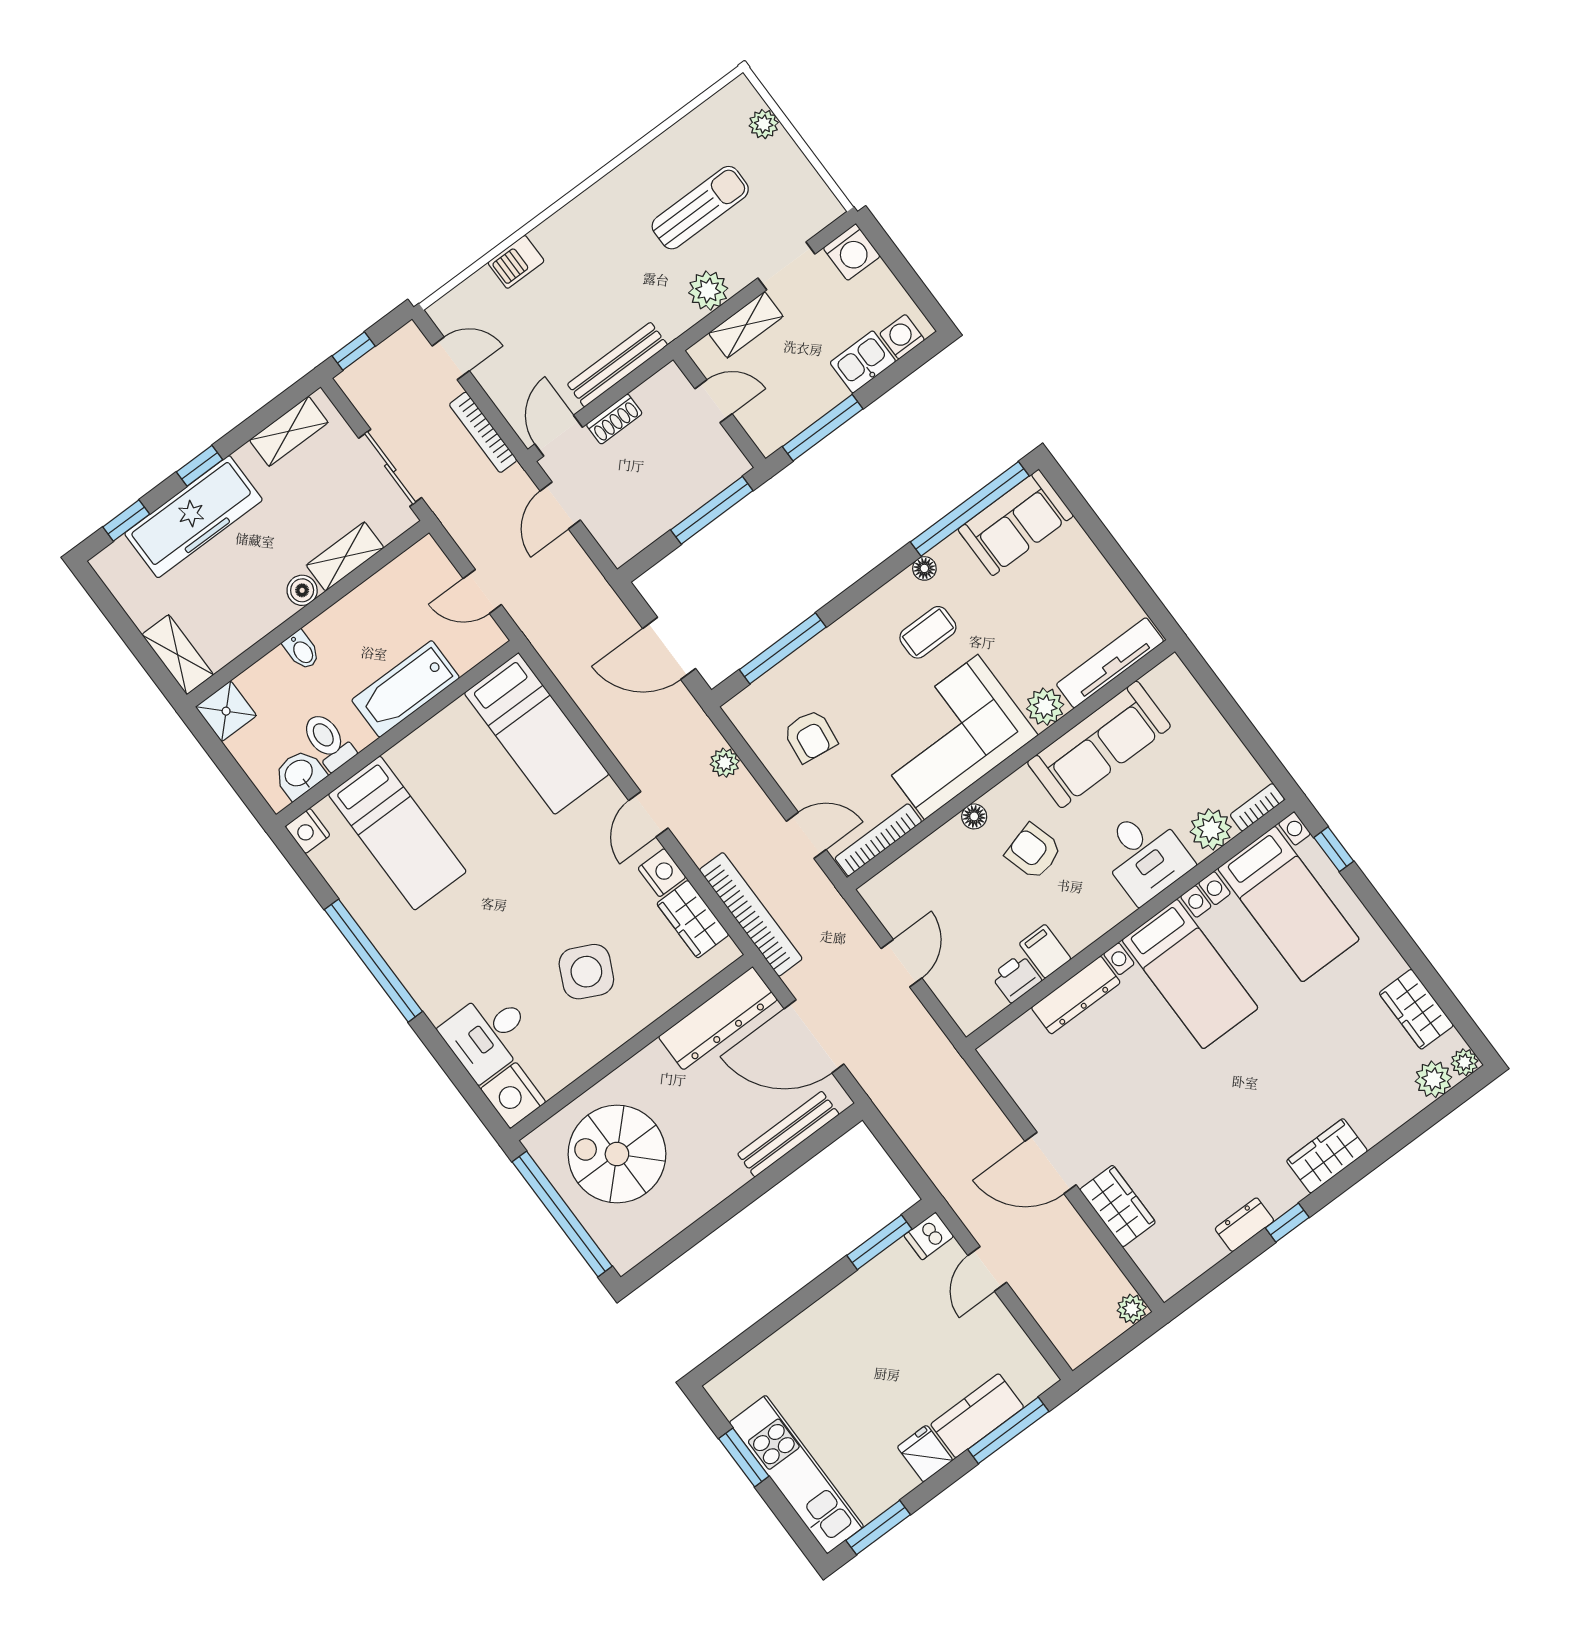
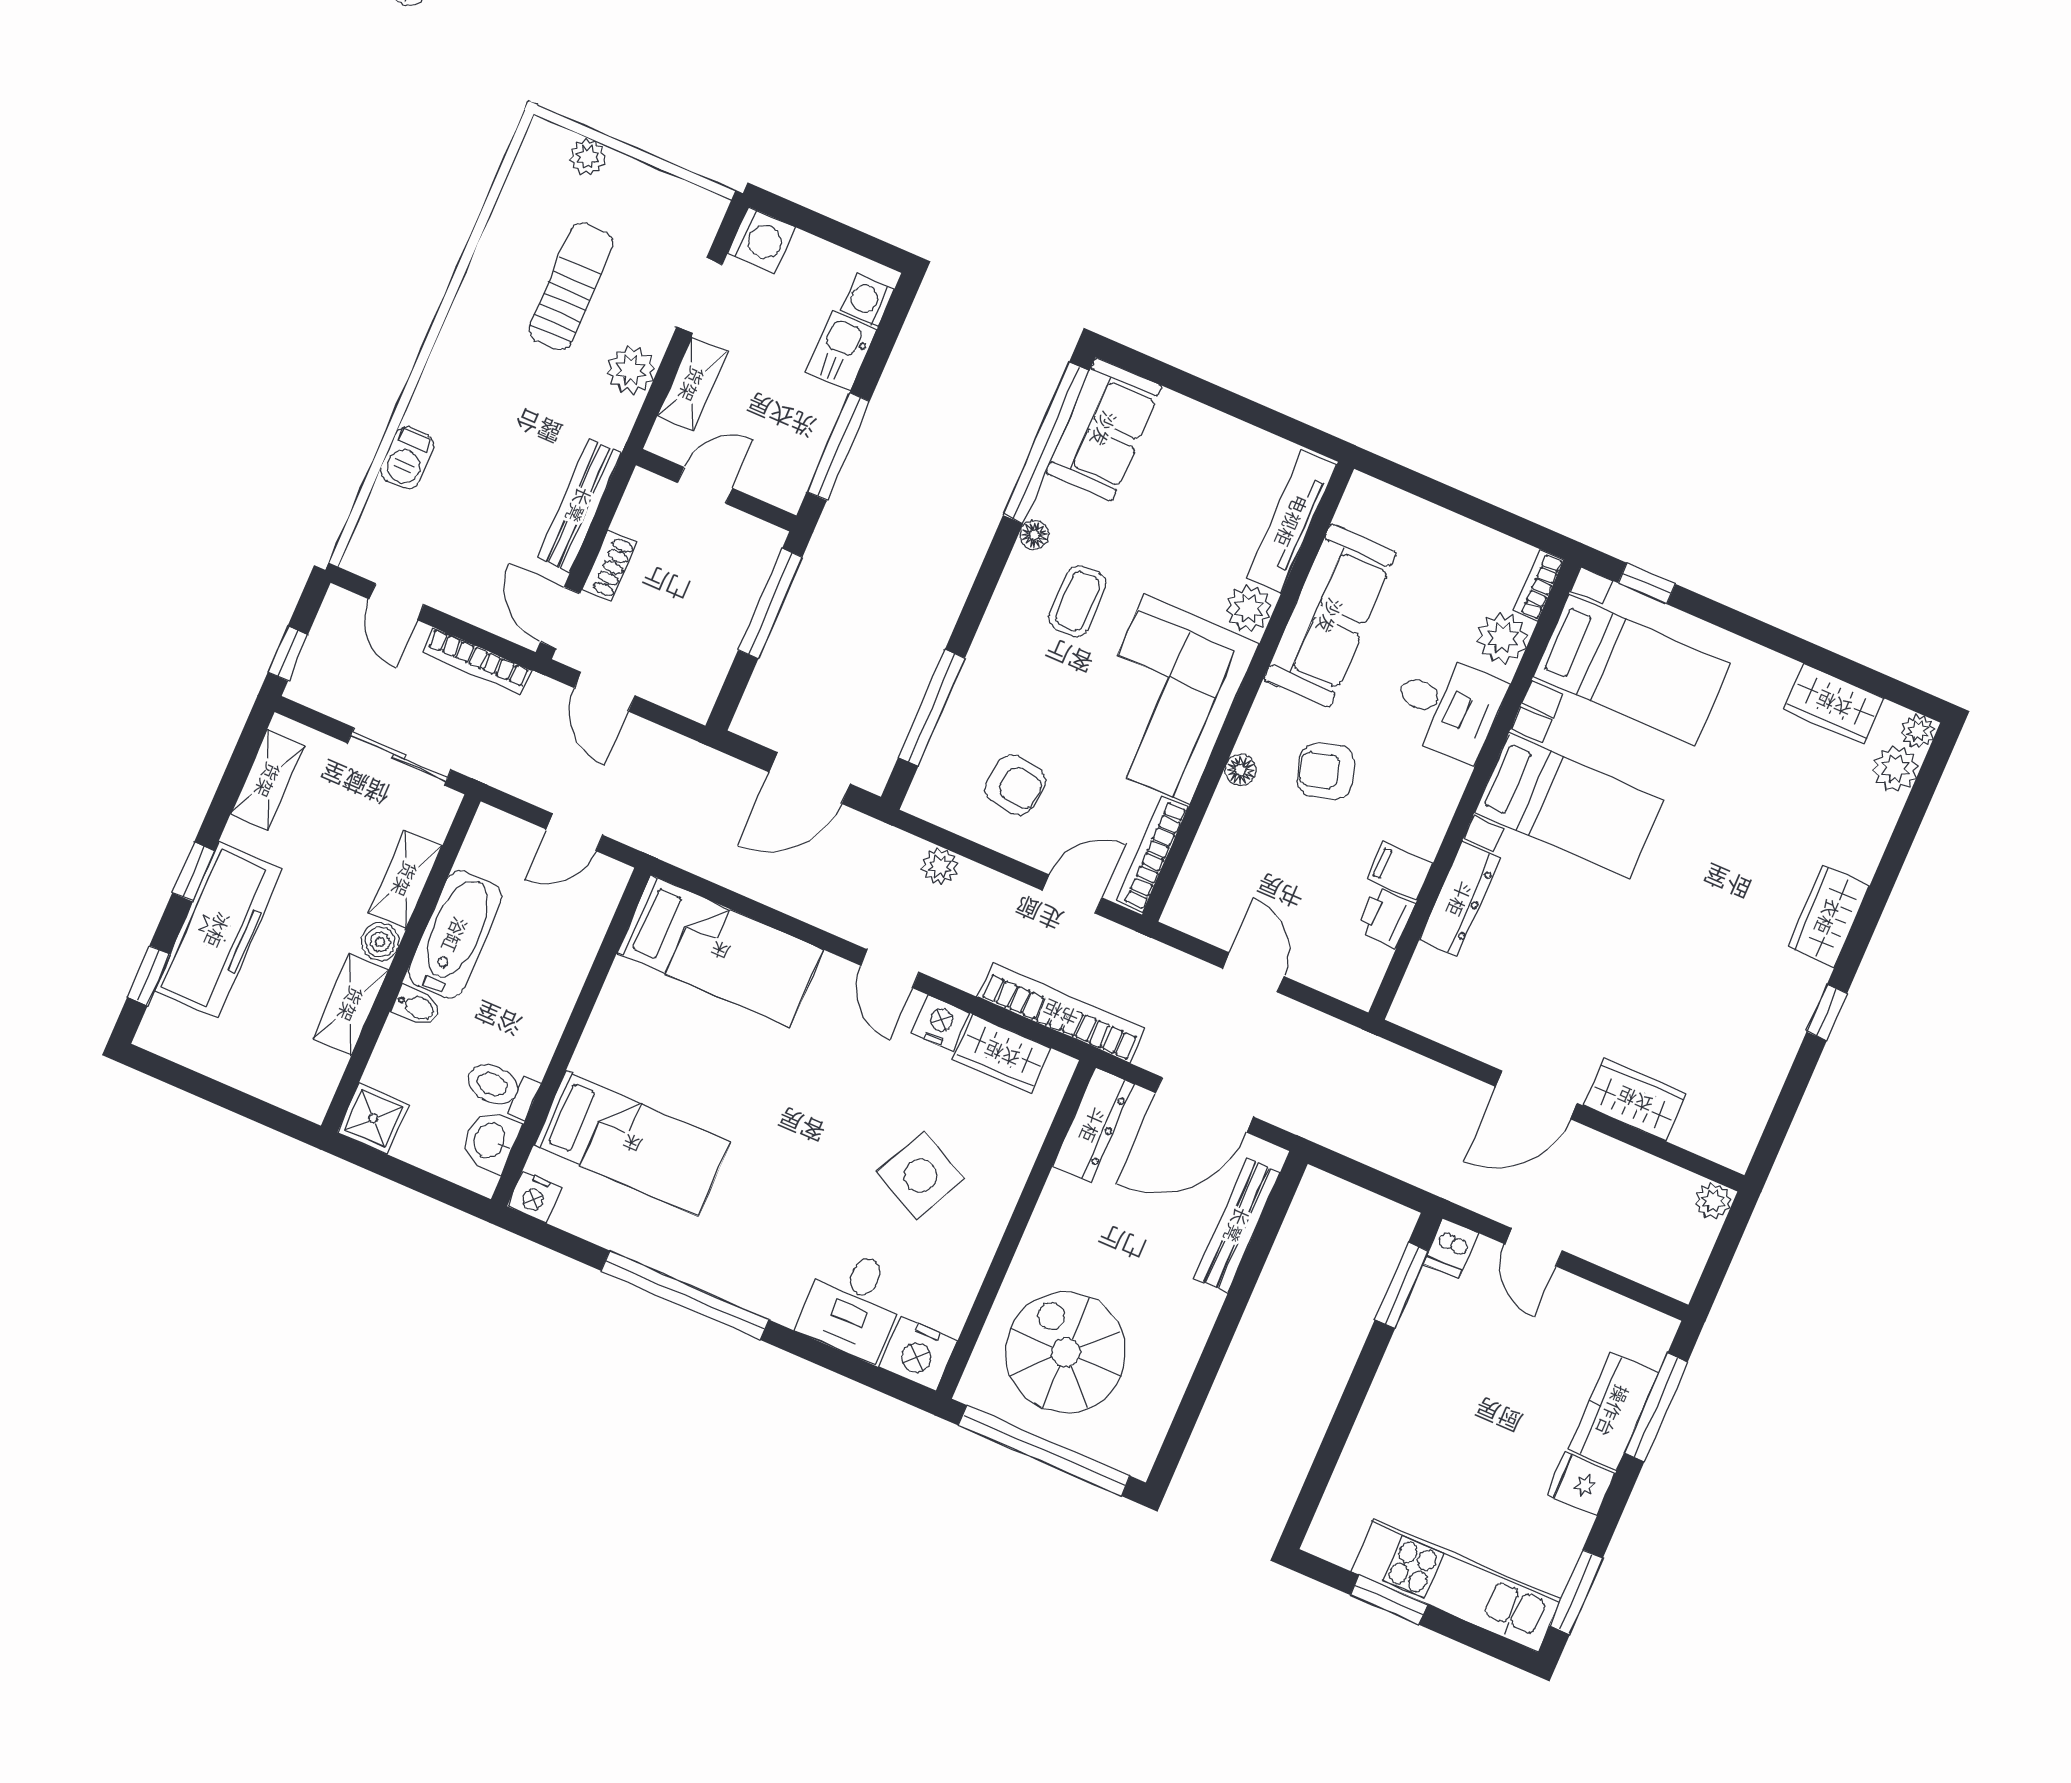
door: (451, 358) -> (397, 602), swing flipped
shelving: (178, 655) -> (351, 1004), moved, turned 90
bathtub: (406, 689) -> (455, 935), moved, turned 180
dresser: (718, 1018) -> (1093, 1125), width x0.73, depth x0.80
spiral stairs: (617, 1154) -> (1066, 1352), turned 90
dresser: (1244, 1225) -> (1782, 1041), removed

